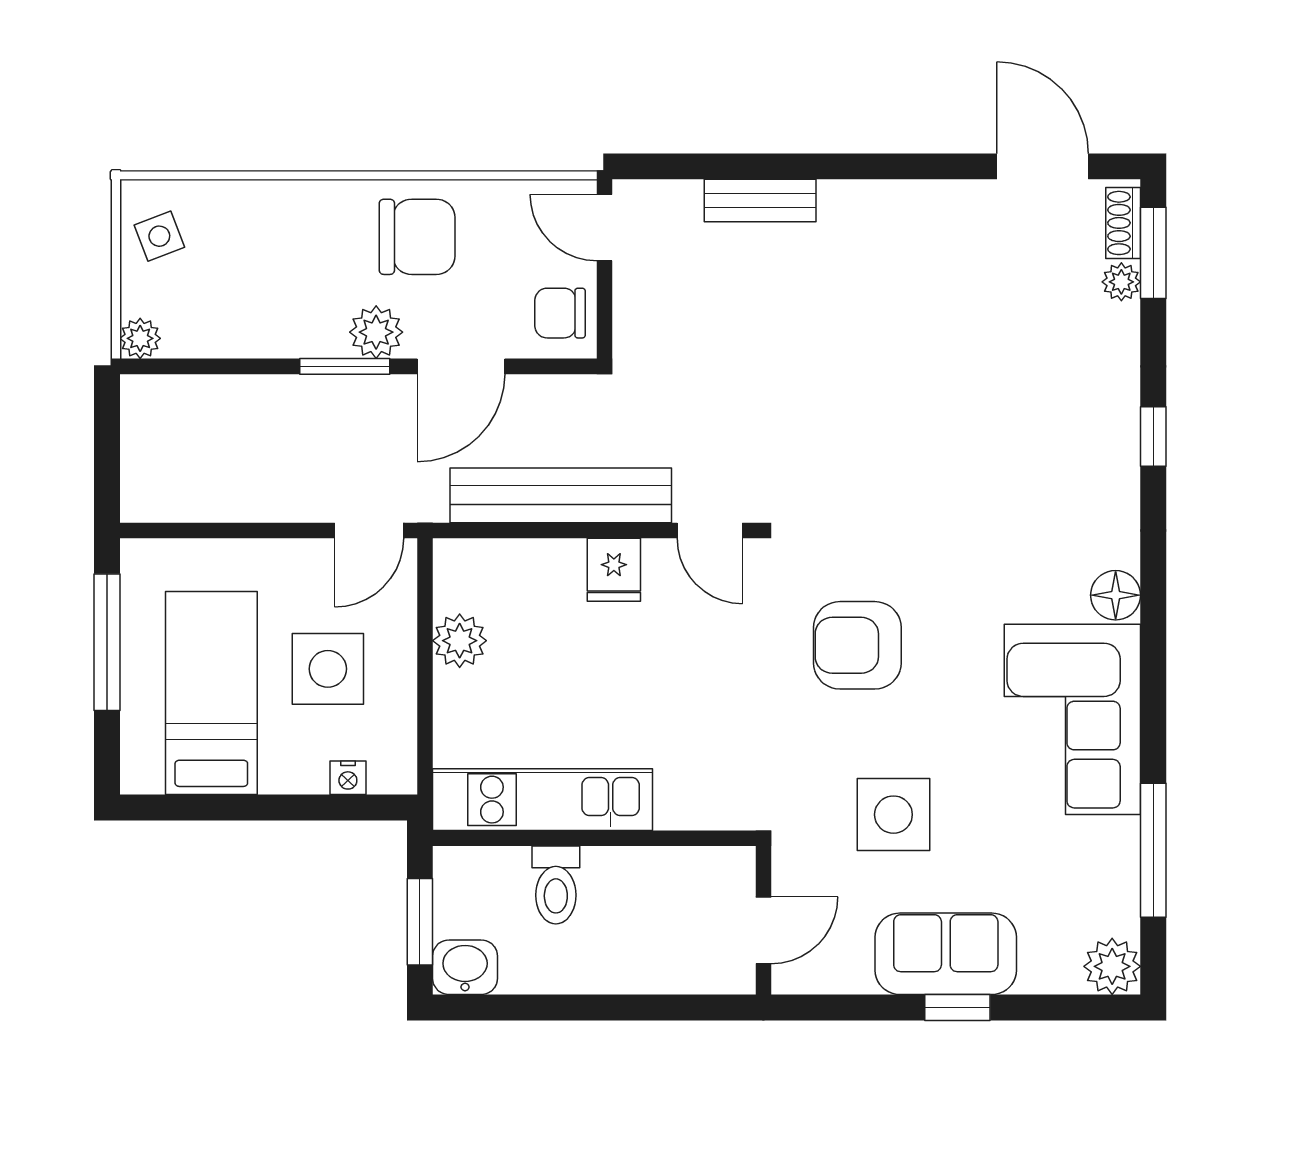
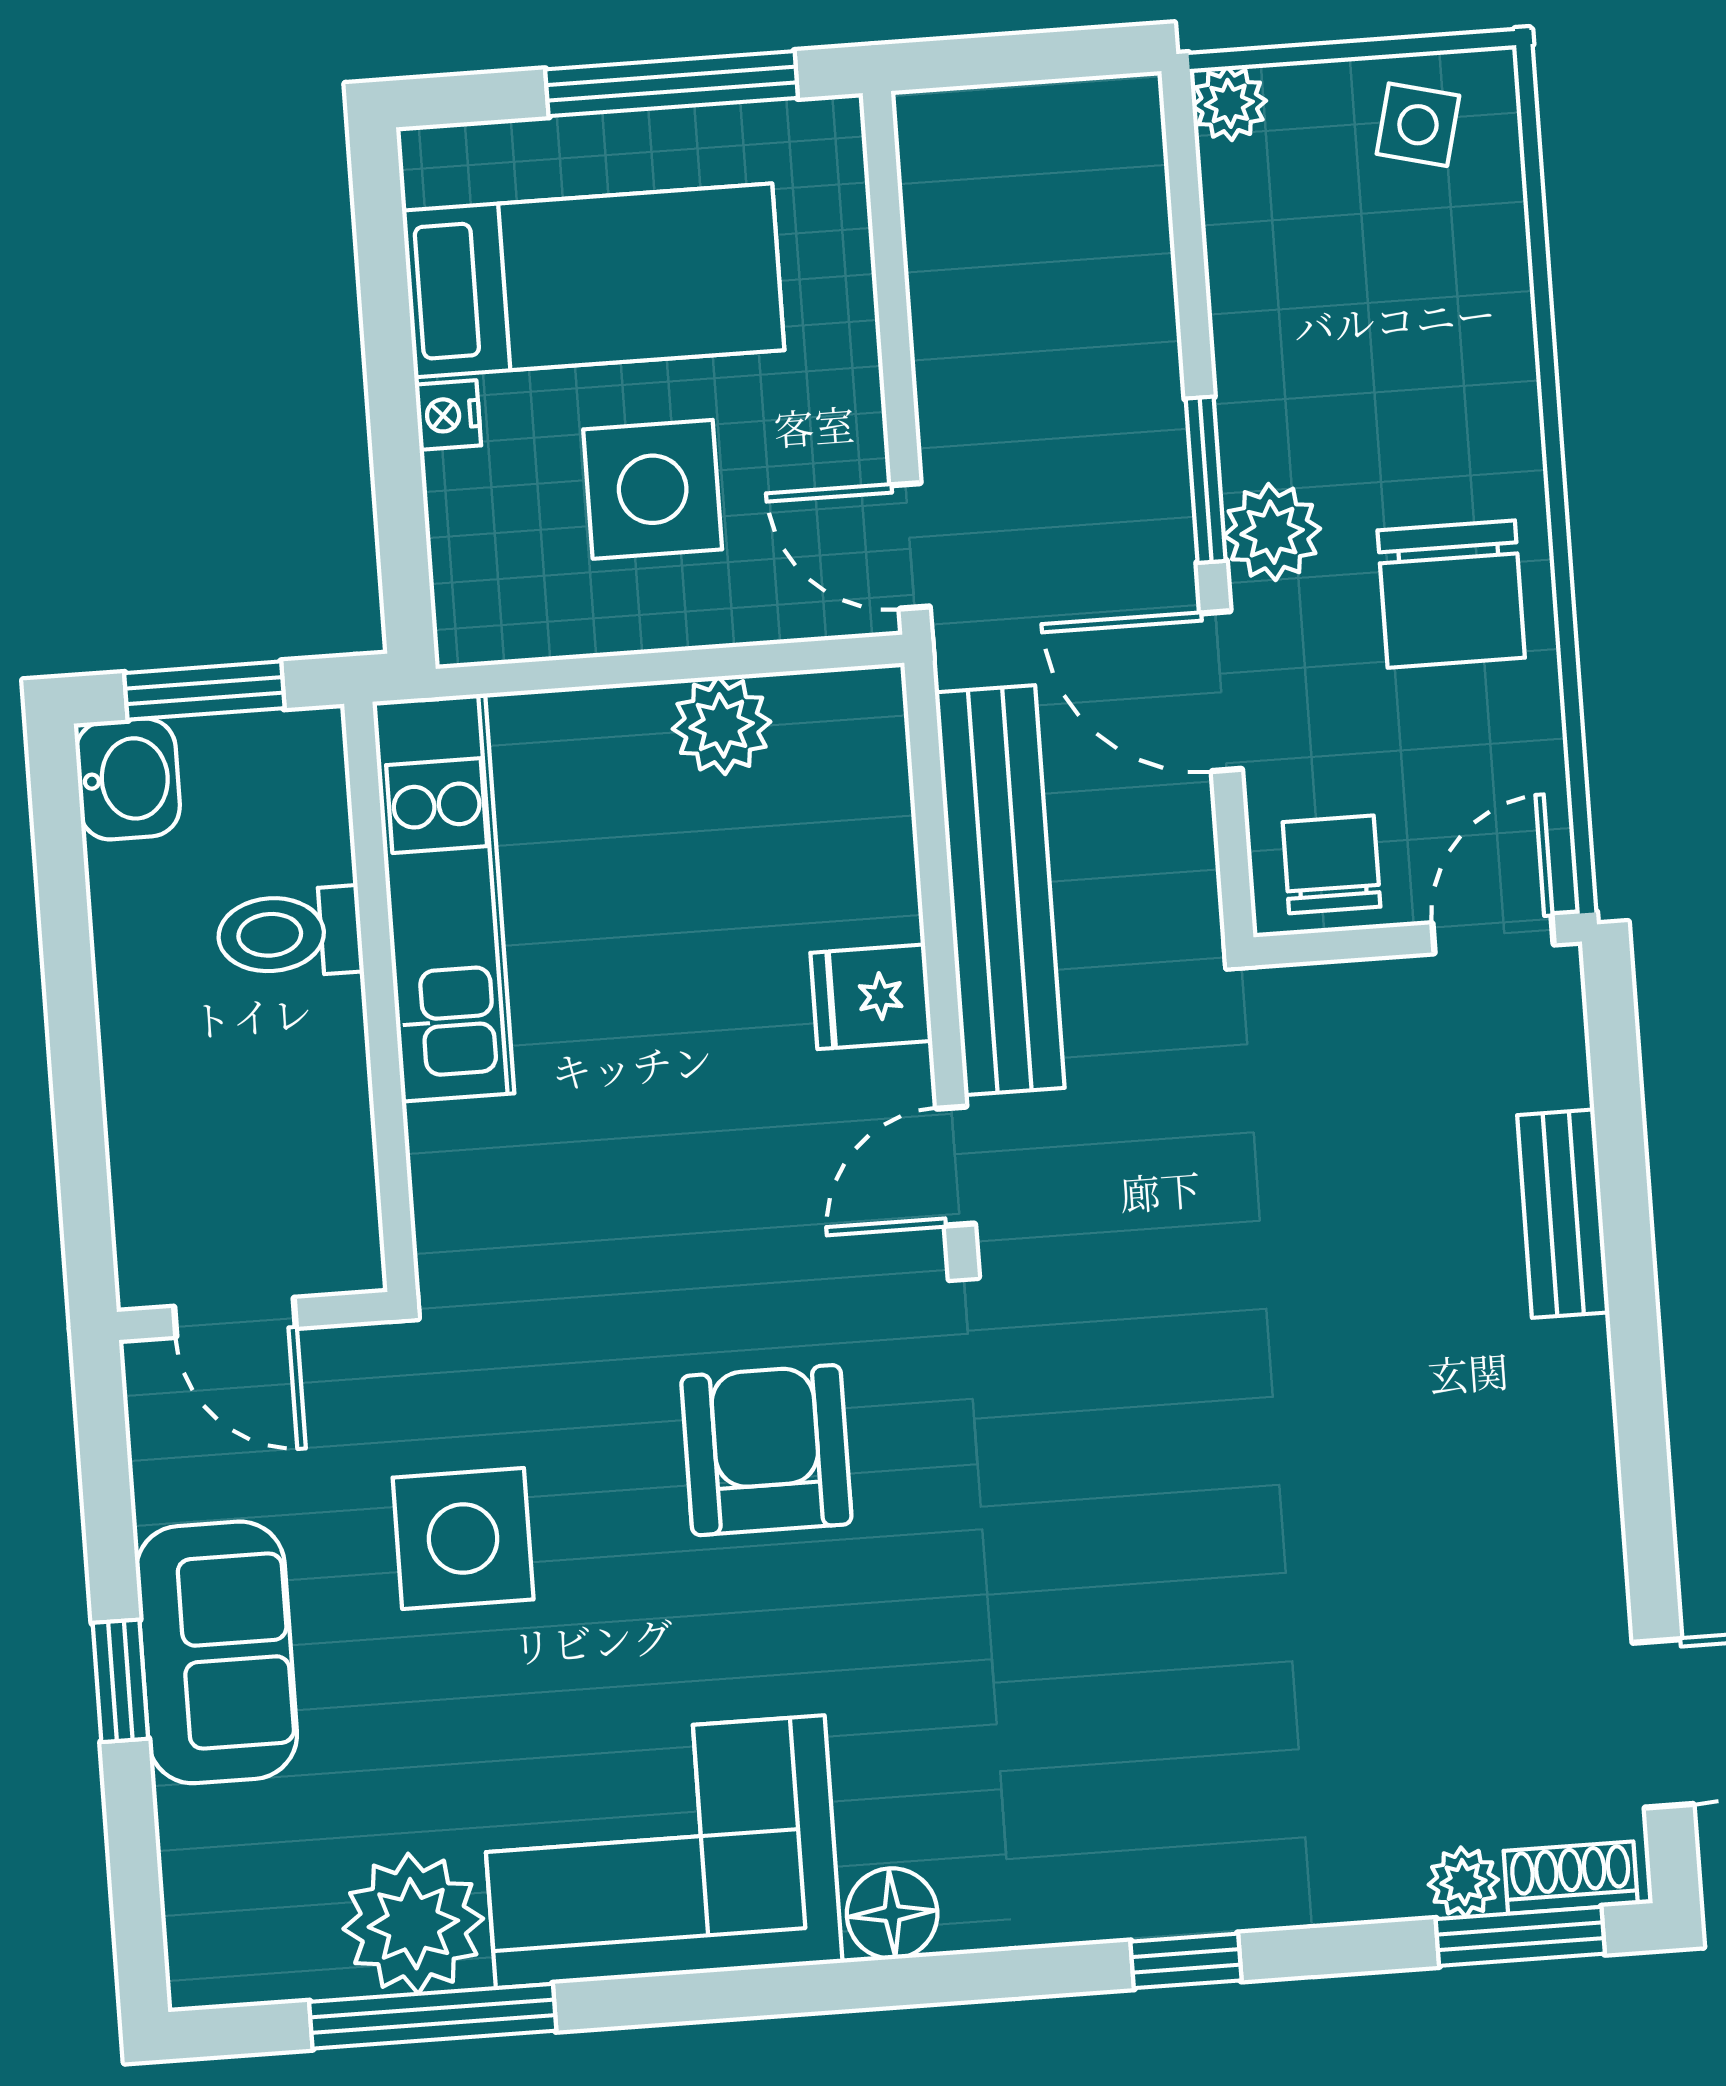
side table: (159, 236) -> (1418, 125), turned 35
nightstand: (348, 778) -> (448, 415), moved
plant: (1112, 966) -> (413, 1924), moved, width x1.36, depth x1.36

